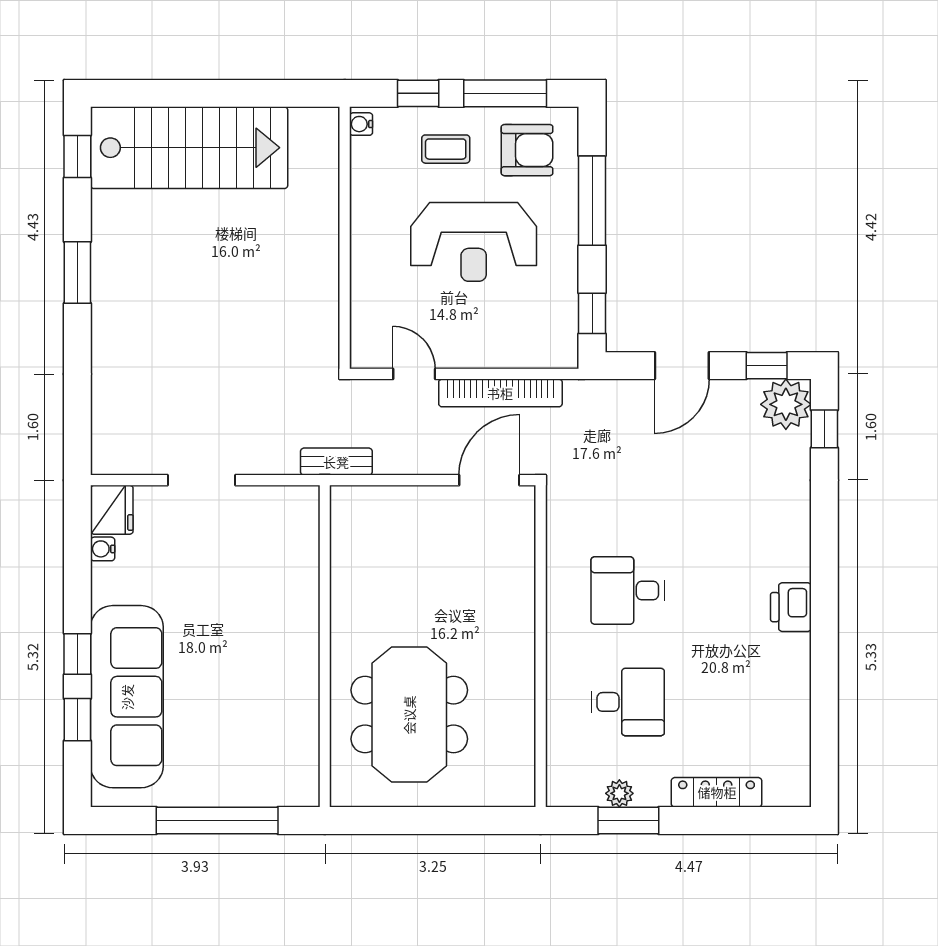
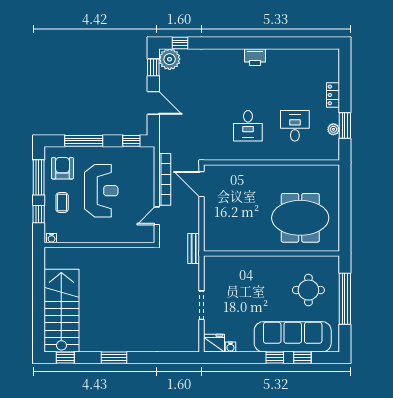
round table: (238, 734) -> (308, 290), added
locker: (717, 792) -> (333, 95), width x0.66

